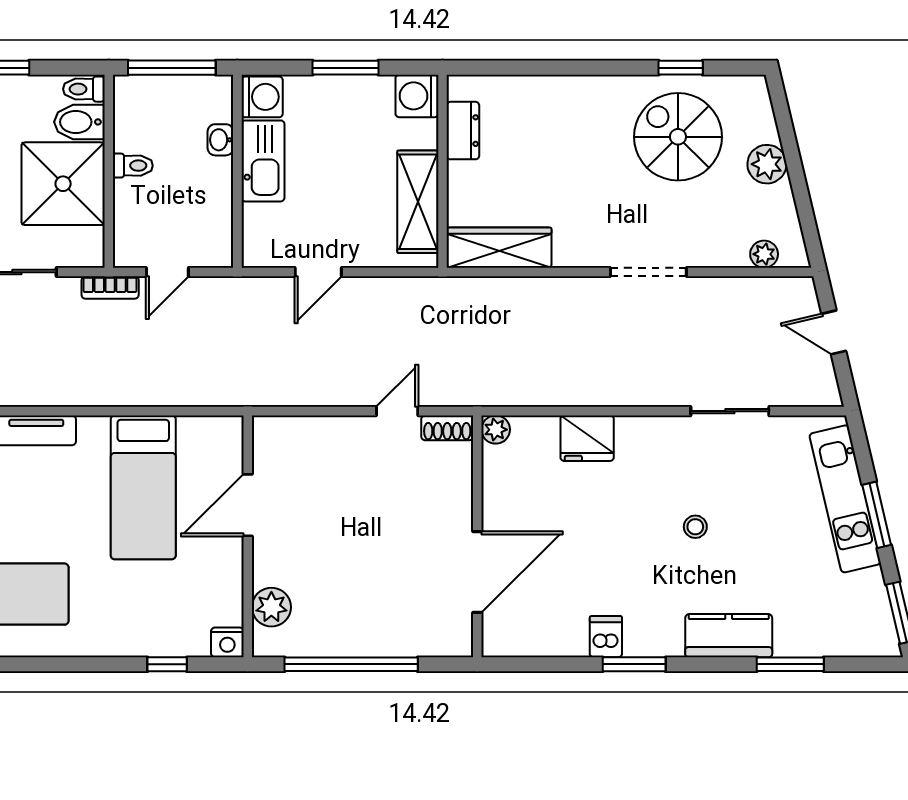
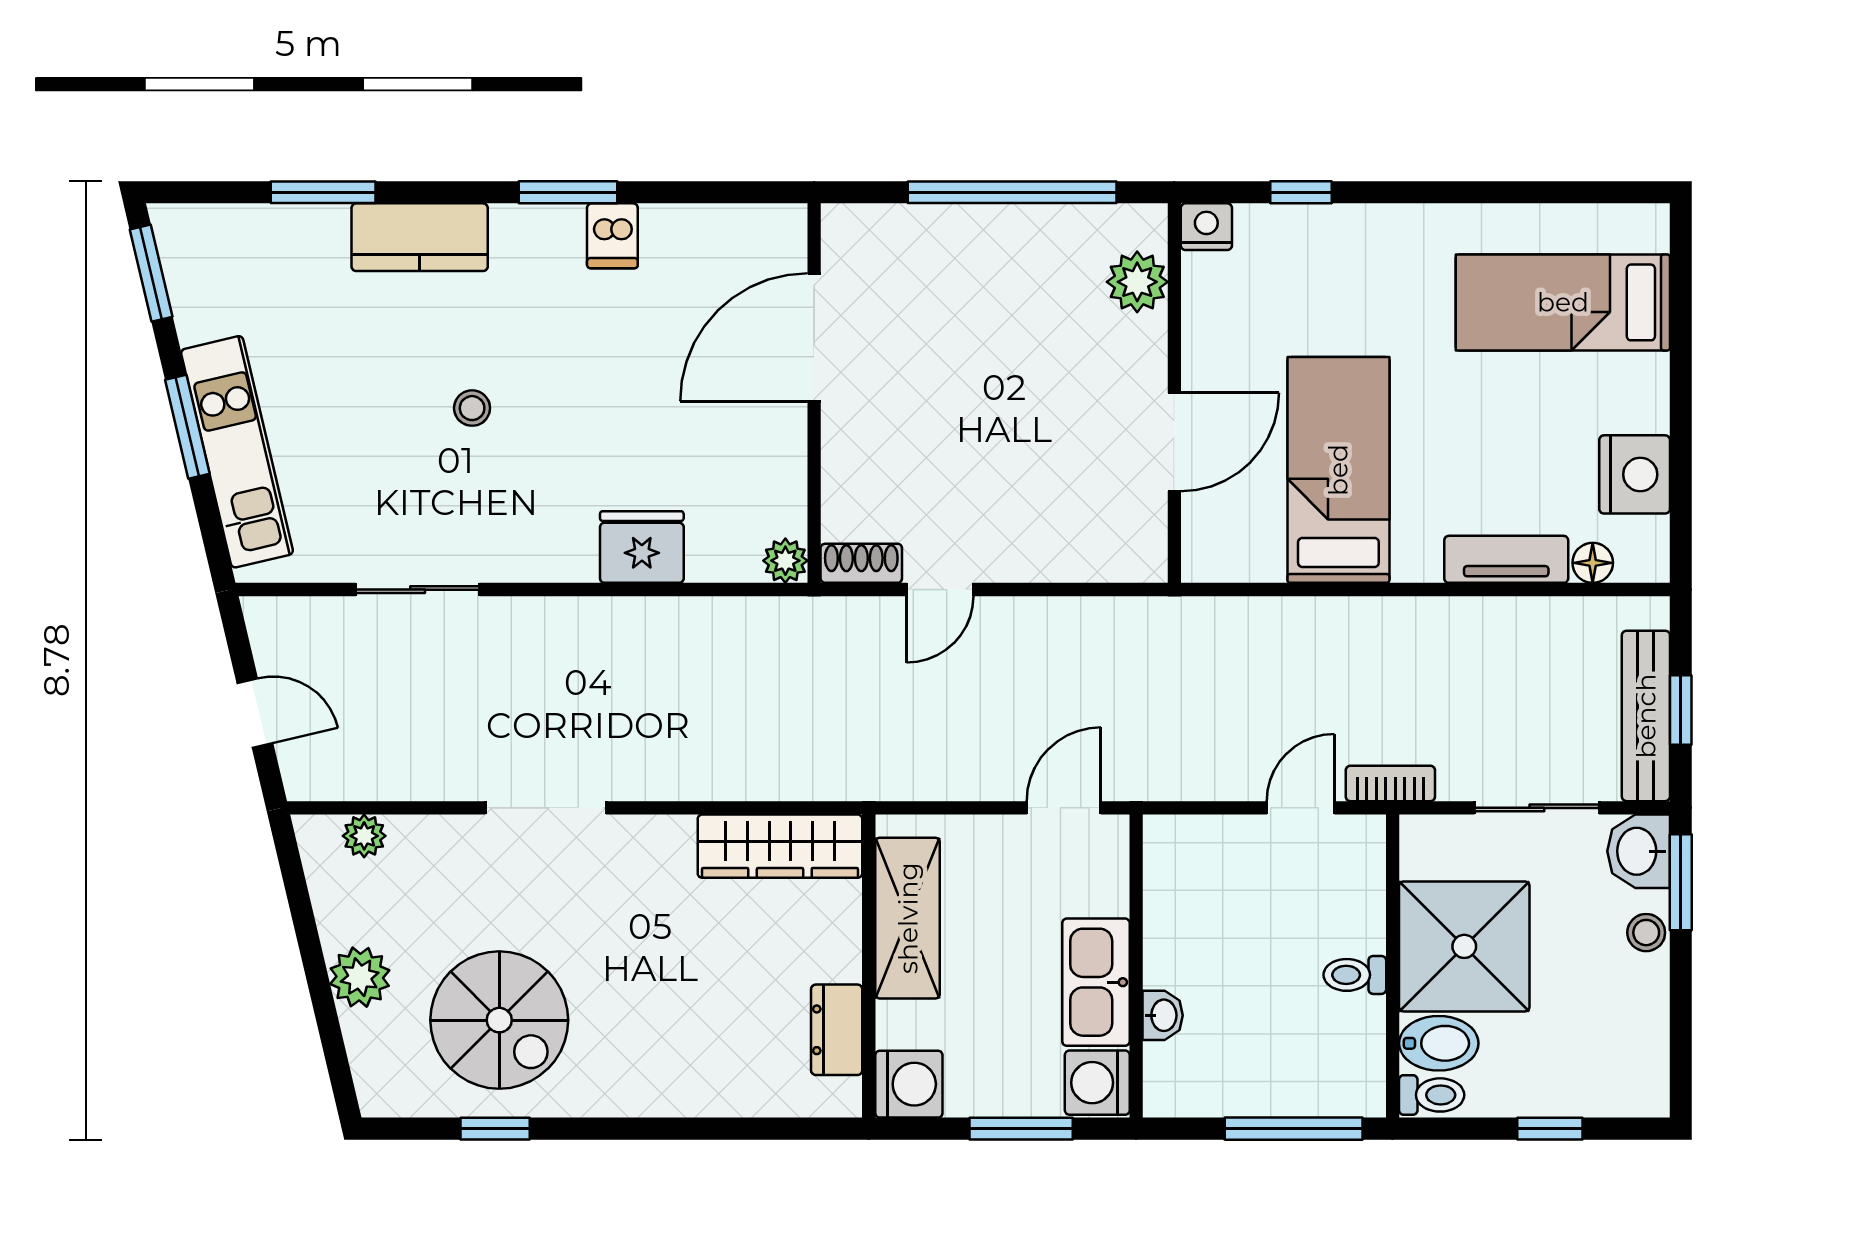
washing machine: (262, 97) -> (1097, 1083), moved
washbasin: (220, 140) -> (1163, 1015), moved
kitchen sink: (263, 161) -> (1096, 982), moved
wall: (237, 171) -> (1136, 966), moved

